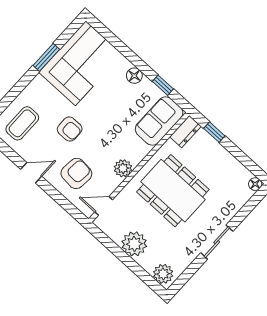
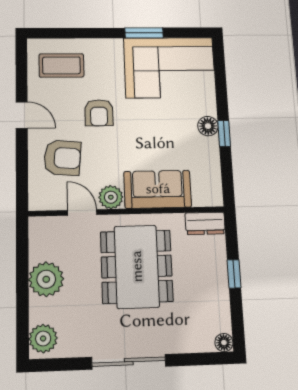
window: (163, 85) -> (224, 134), moved
sofa: (159, 121) -> (158, 189), moved
window: (214, 132) -> (234, 274), moved
door: (104, 206) -> (82, 213), moved
sliding door: (217, 242) -> (129, 362), width x1.37

